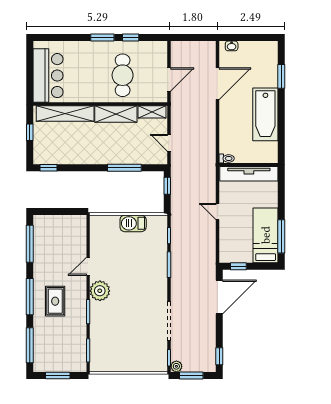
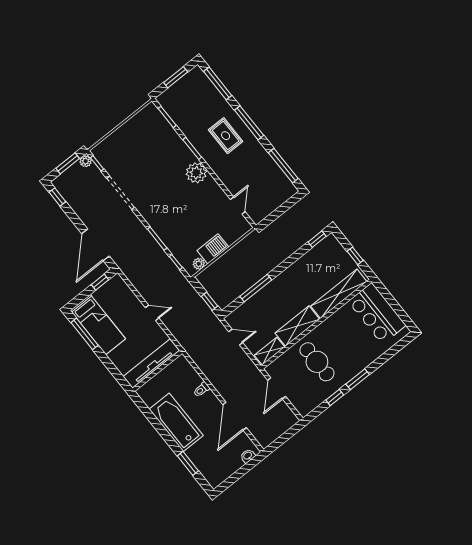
toilet: (227, 158) -> (201, 390), moved
plant: (153, 221) -> (199, 264), added
door: (88, 266) -> (238, 205), moved

